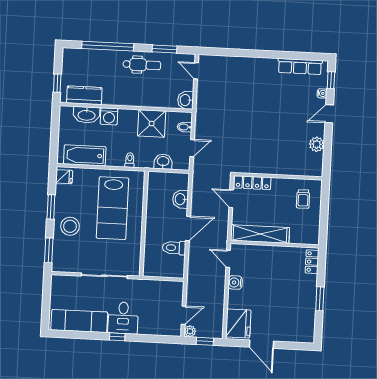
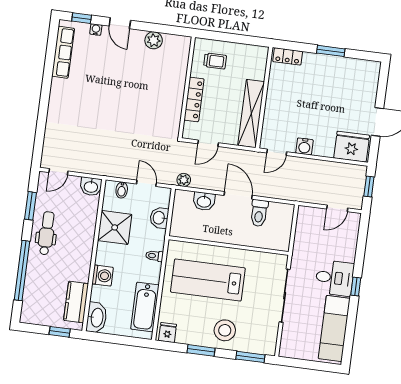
washbasin: (87, 115) -> (97, 318), moved
locker: (252, 183) -> (194, 99), moved
lab bench: (112, 208) -> (208, 280), turned 180
door: (184, 315) -> (337, 208), swing flipped
plant: (190, 331) -> (184, 180), moved

